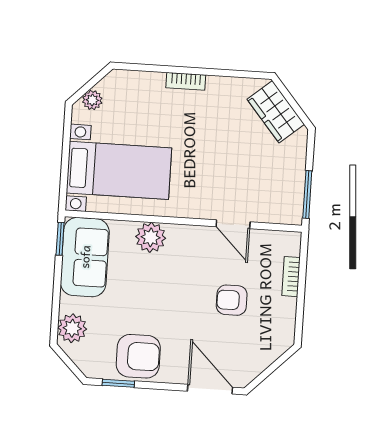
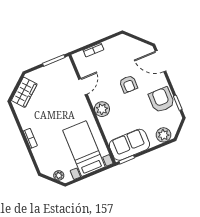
plant: (151, 237) -> (102, 109), moved
armchair: (232, 300) -> (128, 84), moved
door: (210, 389) -> (160, 61), hinge flipped

